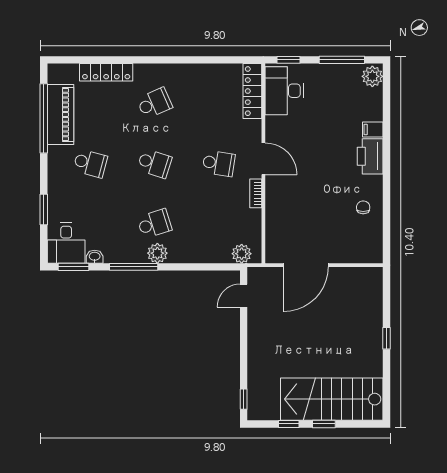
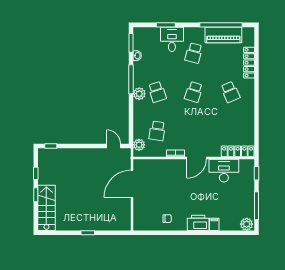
desk: (284, 91) -> (224, 171), moved
school desk: (219, 163) -> (157, 131), moved
desk: (66, 243) -> (172, 39), moved, turned 90
door: (306, 265) -> (132, 184), hinge flipped
stairs: (332, 399) -> (46, 208), width x0.73, depth x0.66

